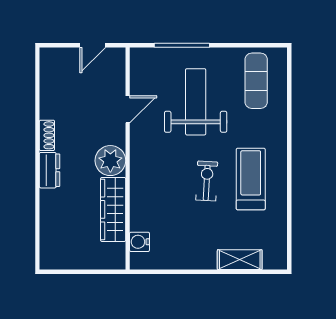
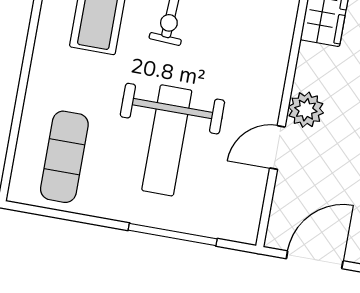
door: (93, 45) -> (315, 260), width x1.37
plant: (110, 161) -> (306, 110), moved, width x0.73, depth x0.73

